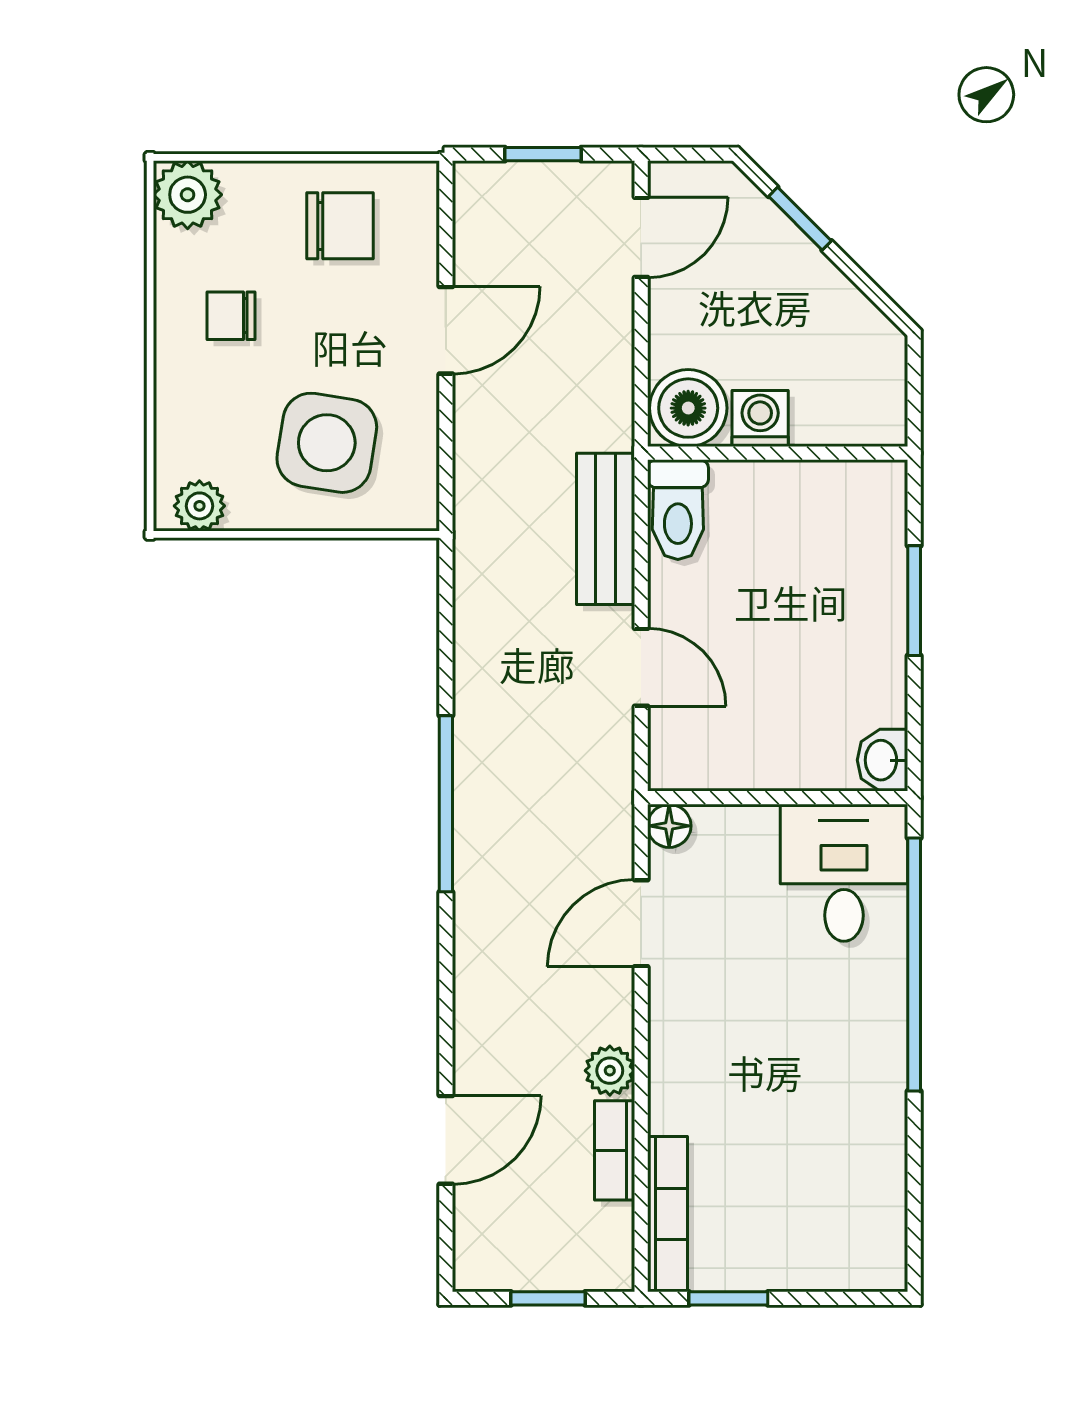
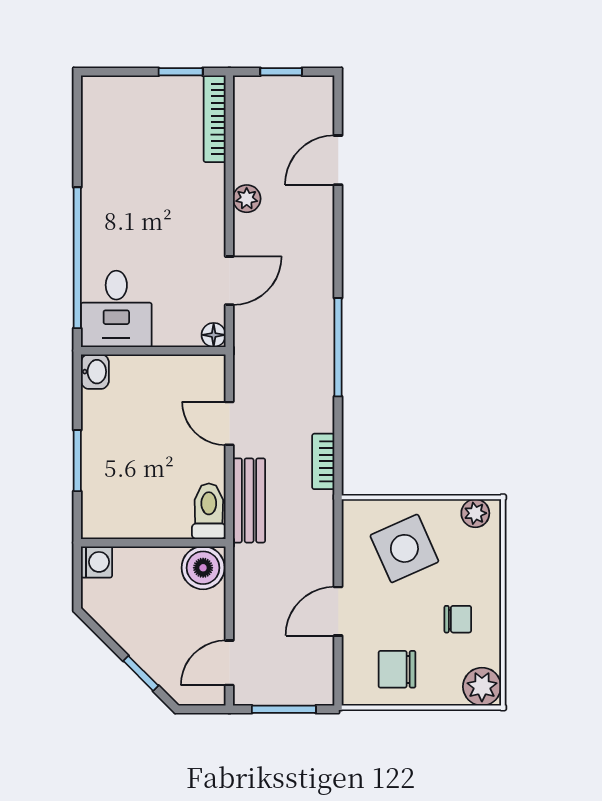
window: (543, 154) -> (284, 709), width x1.50
washing machine: (760, 419) -> (96, 562), moved, turned -90
side table: (327, 443) -> (404, 548), turned -33
bookcase: (615, 1150) -> (323, 461), moved, turned 180

